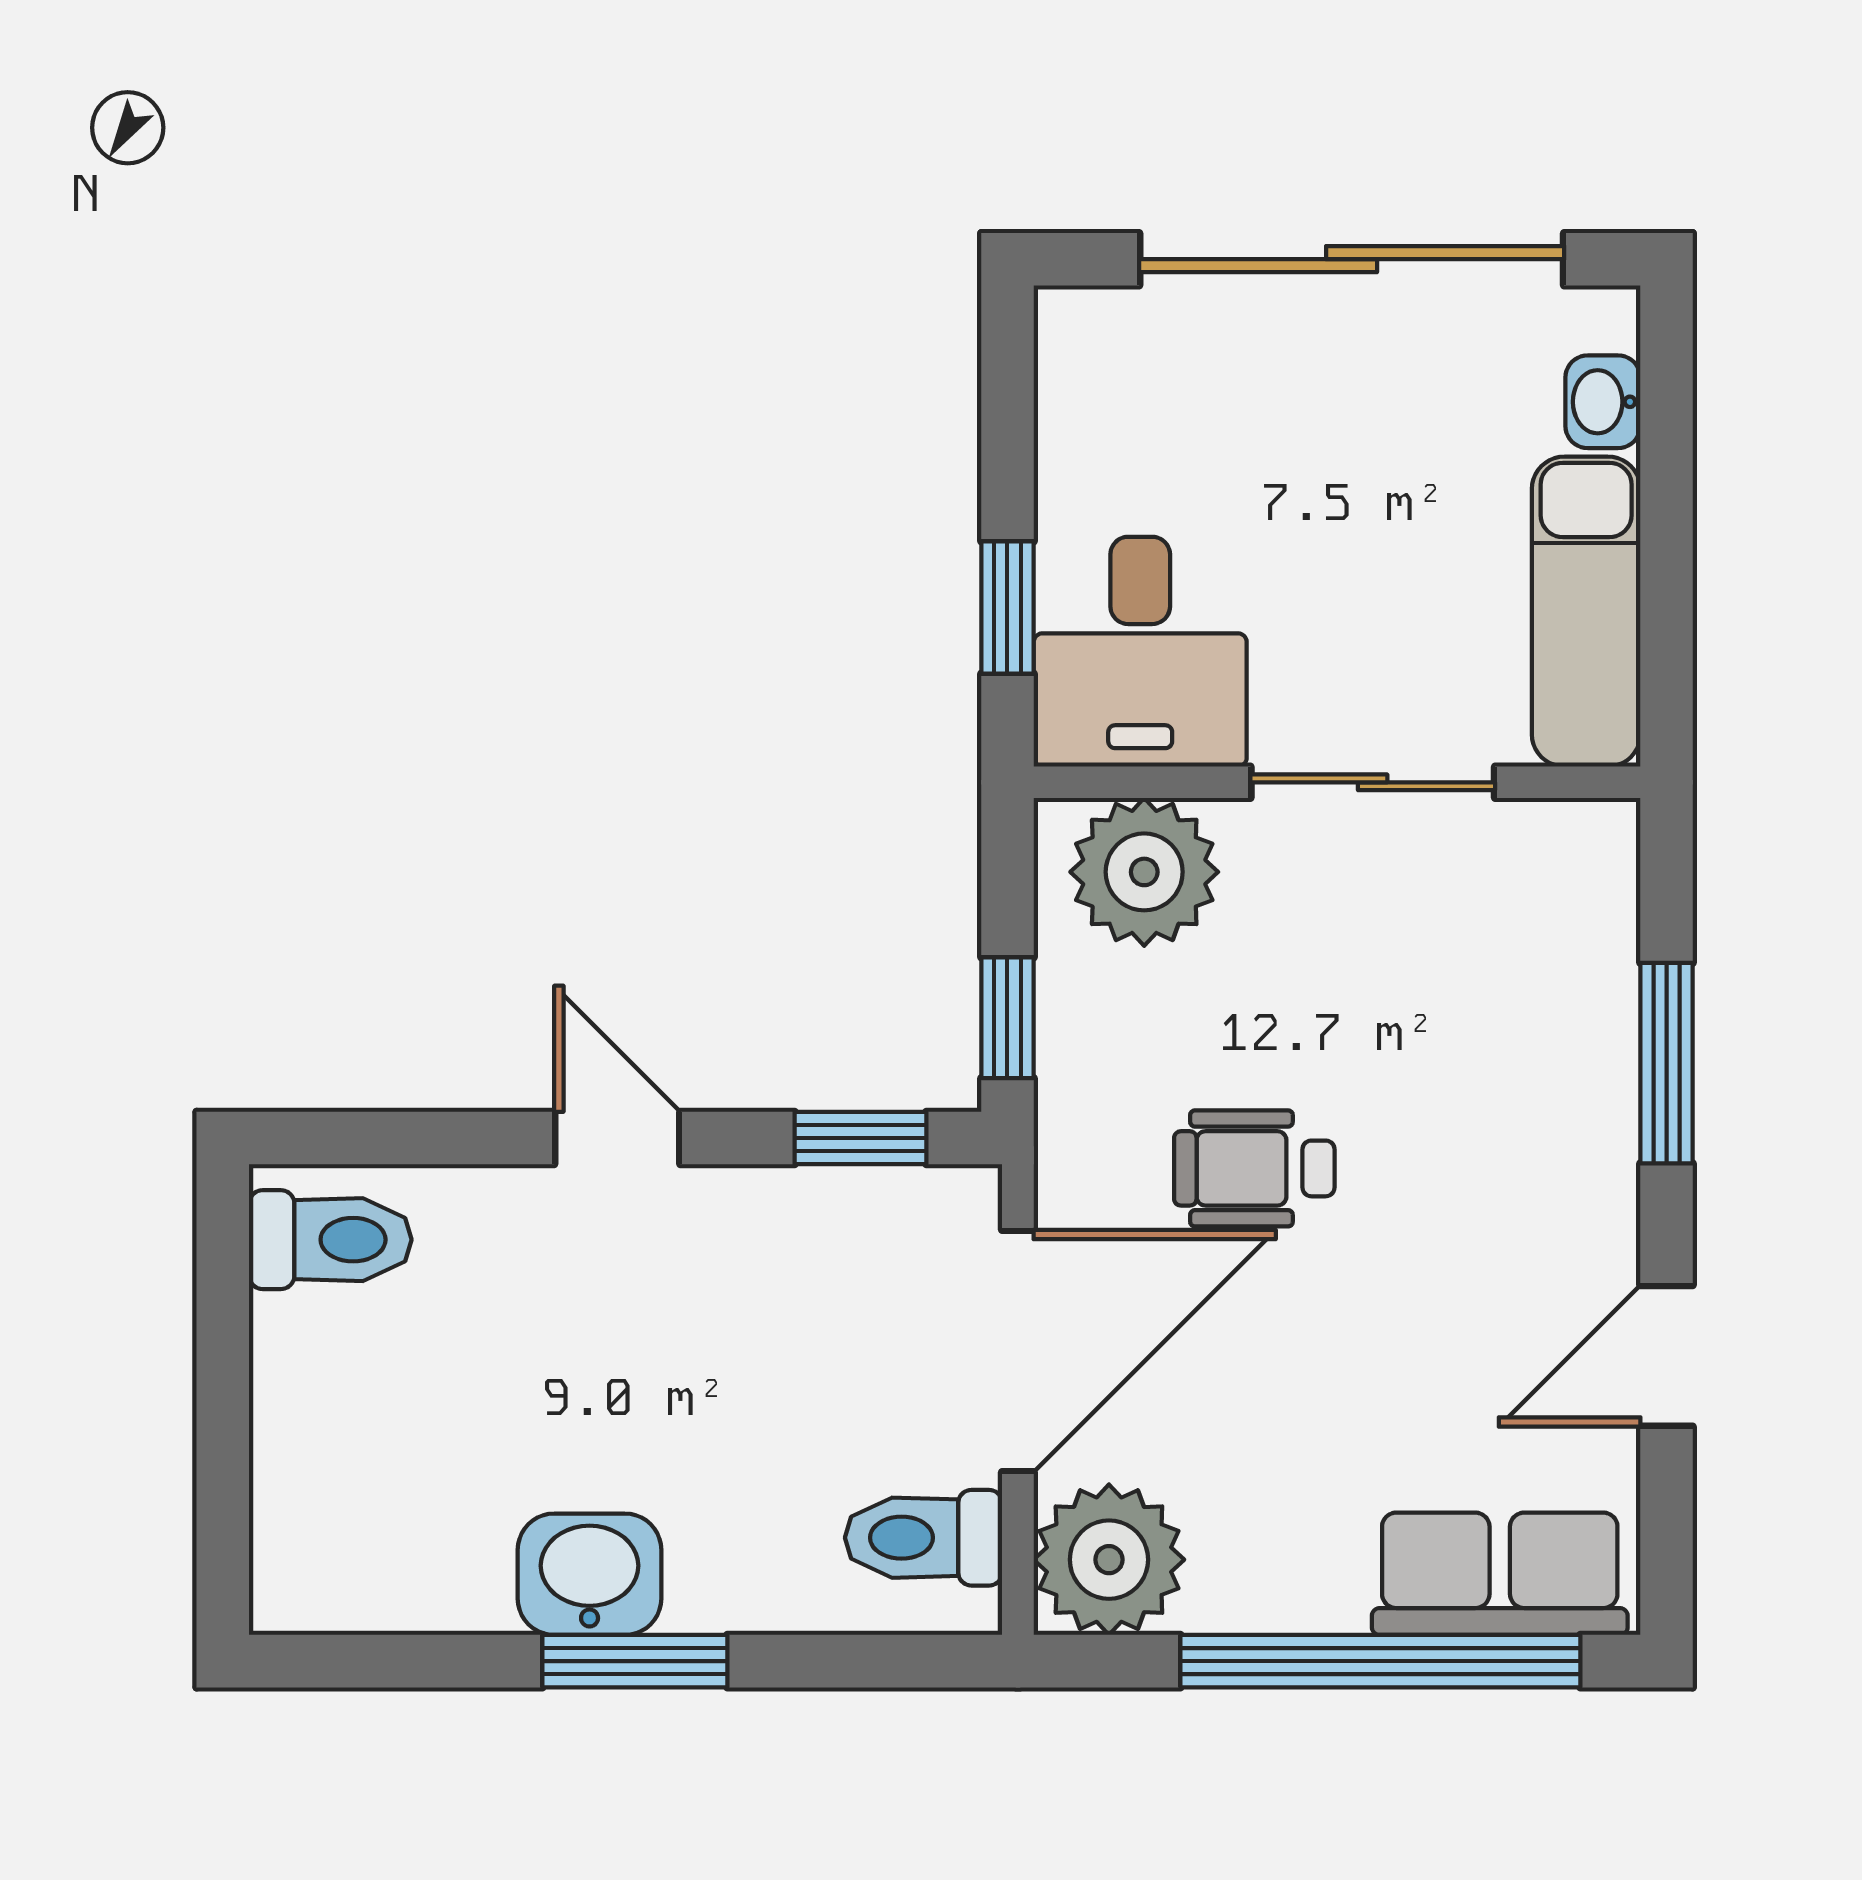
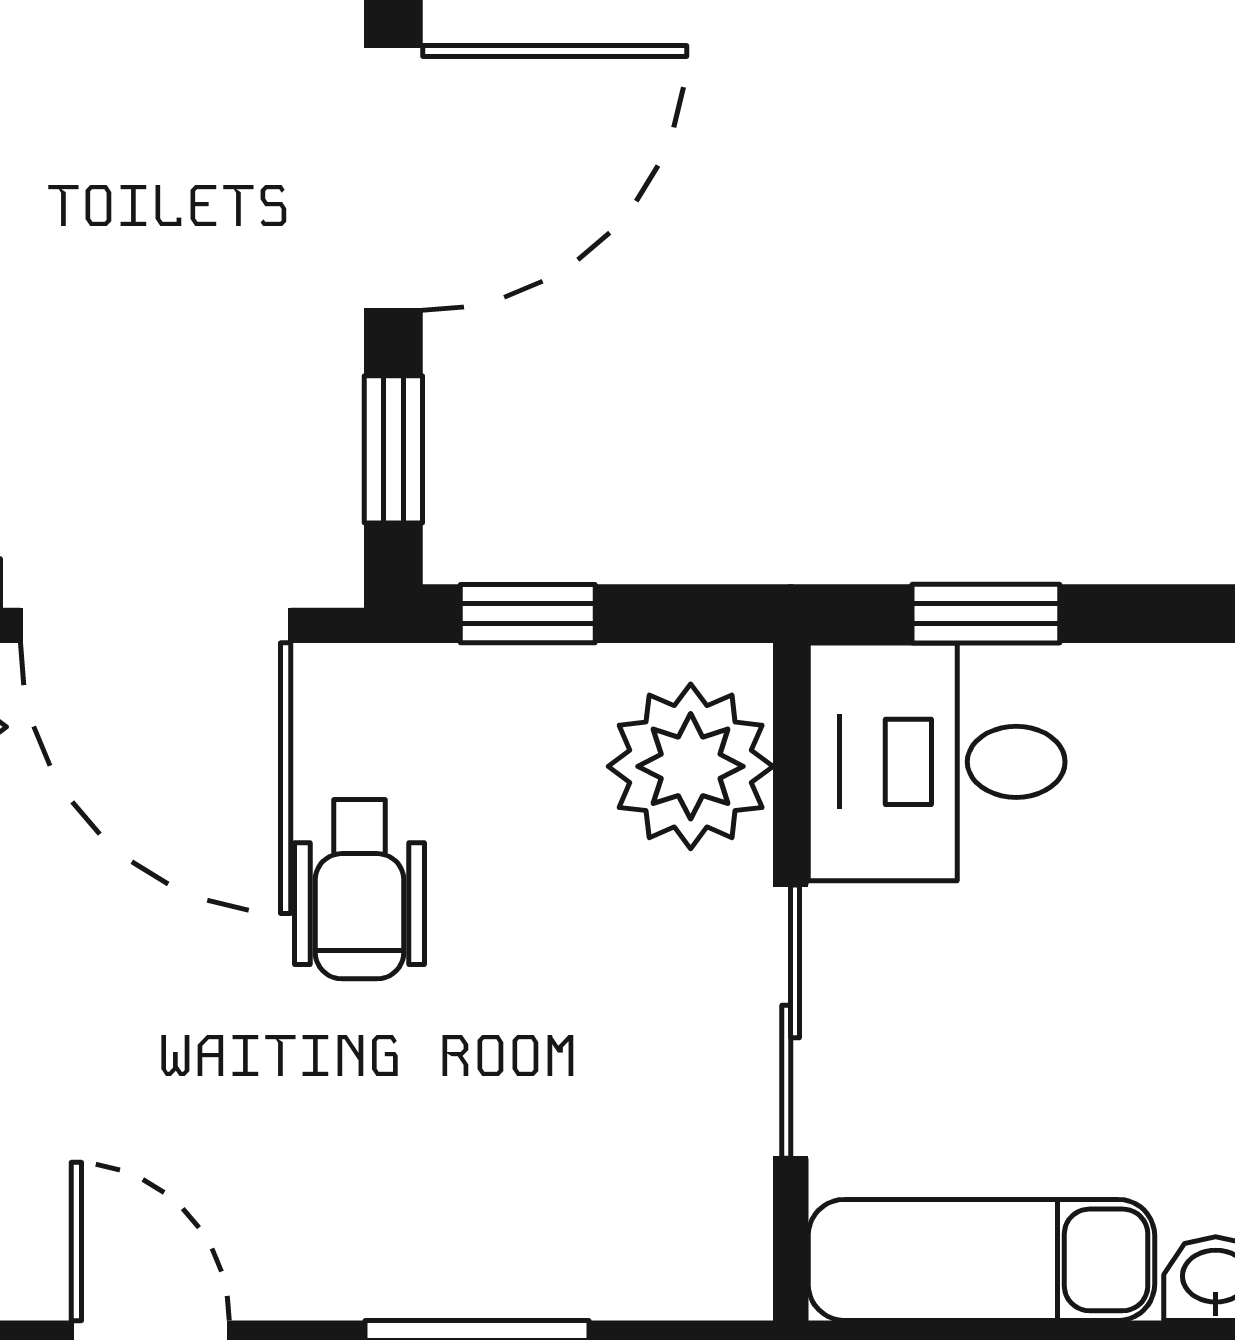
door: (617, 1138) -> (393, 178), width x1.88
wheelchair: (1254, 1168) -> (360, 889), turned 180

